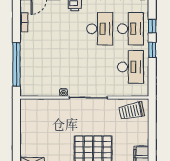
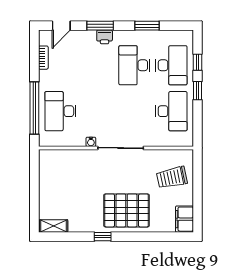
desk: (100, 29) -> (134, 65), turned 180
desk: (38, 67) -> (61, 111), added
trolley: (132, 111) -> (172, 177), moved

